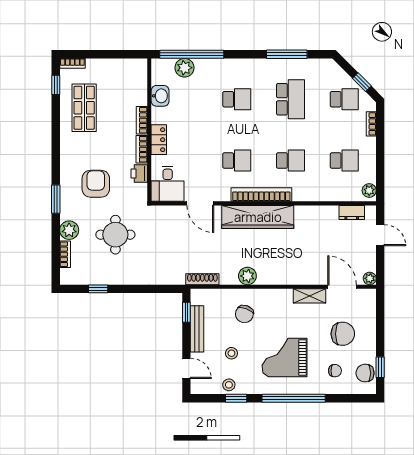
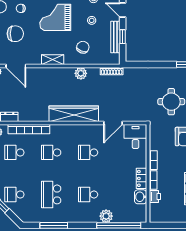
plant: (185, 68) -> (106, 216), moved
locker: (159, 140) -> (141, 178), moved
printer: (139, 173) -> (155, 197), moved
bookcase: (261, 195) -> (29, 129), moved
door: (200, 203) -> (113, 123), swing flipped
shelving: (309, 296) -> (53, 60), moved
window: (186, 312) -> (123, 37), moved
chair: (343, 334) -> (15, 34), turned 180
grand piano: (285, 358) -> (55, 17), turned 180

